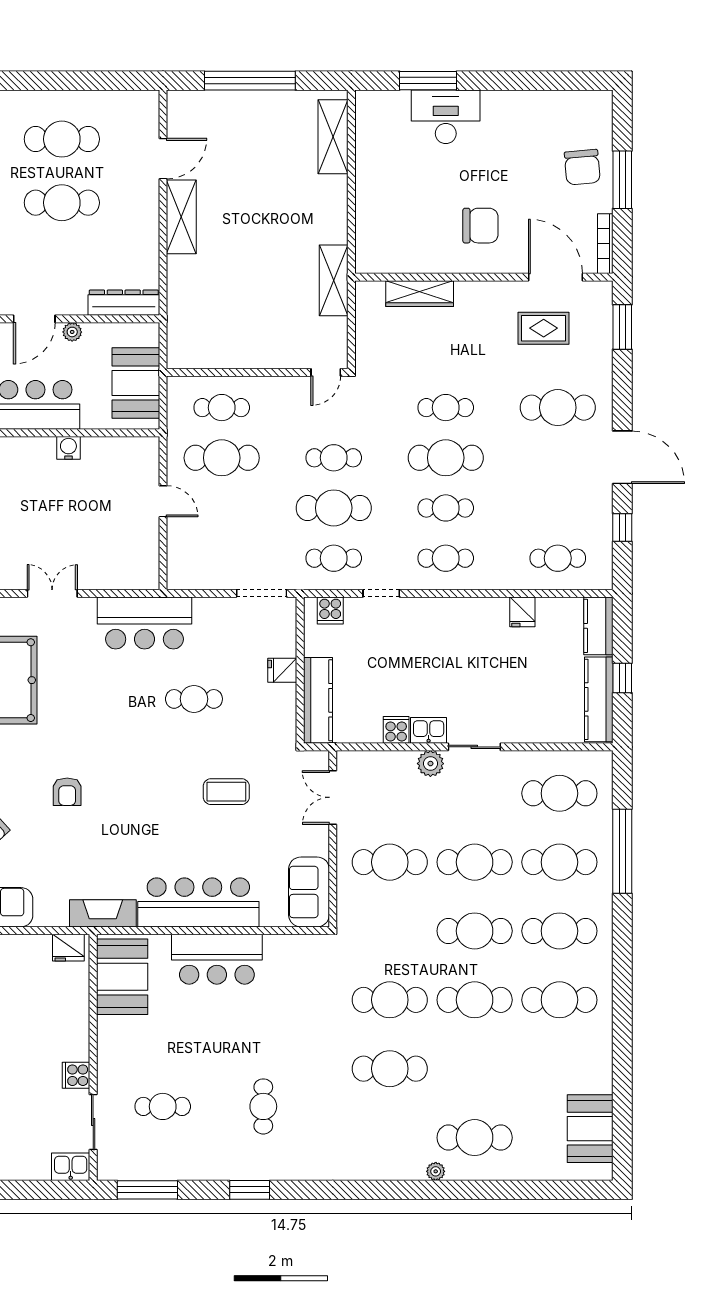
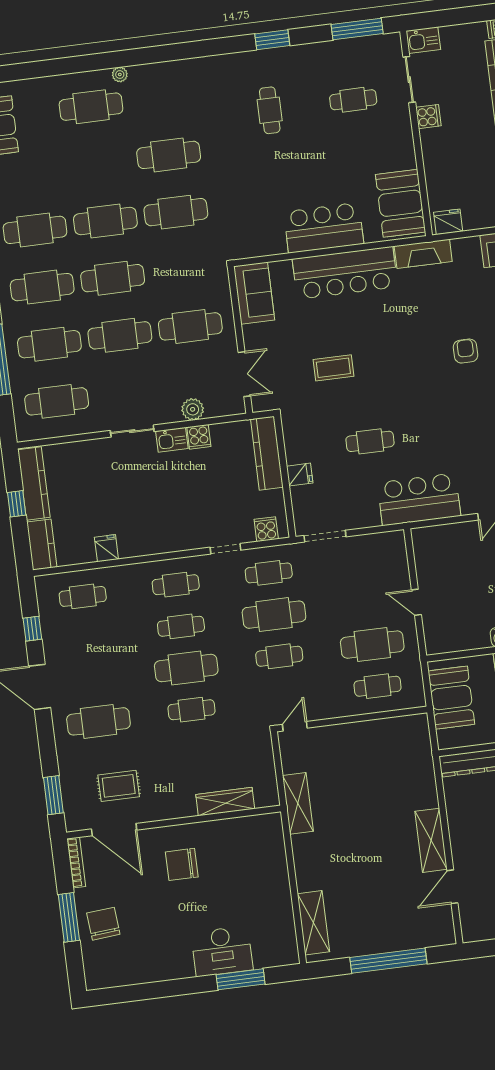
plant: (430, 764) -> (193, 409), moved

